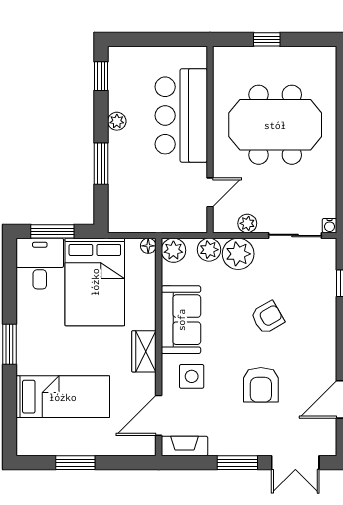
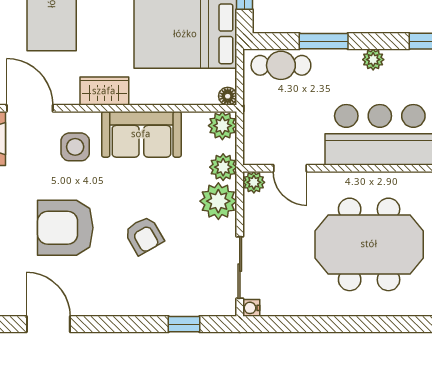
meeting table: (275, 125) -> (369, 244), turned 90
cafe table: (122, 200) -> (281, 65), added
plant: (247, 223) -> (254, 182), moved
armchair: (261, 385) -> (65, 228), width x1.36, depth x1.36

